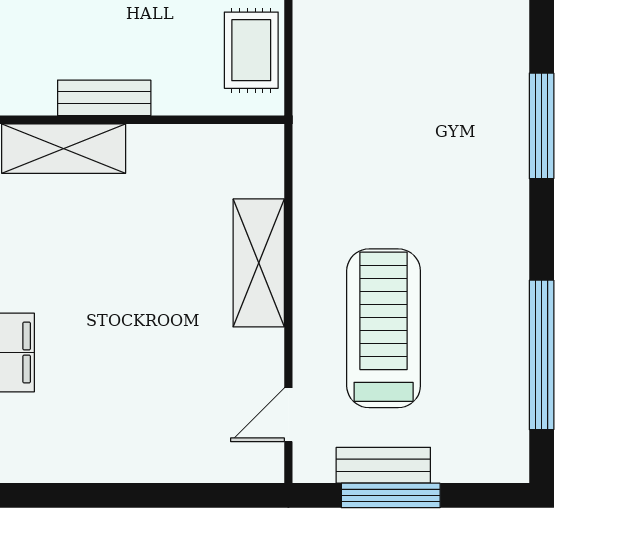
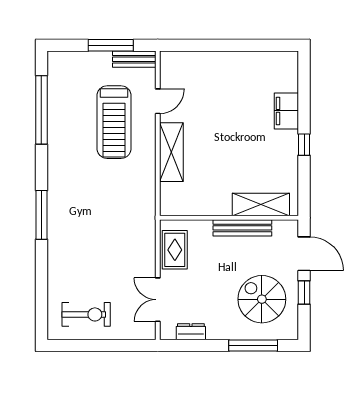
bench: (104, 98) -> (242, 228), width x1.36
door: (288, 415) -> (158, 101), moved
bench: (383, 465) -> (134, 59), moved

